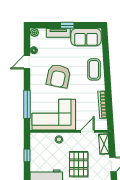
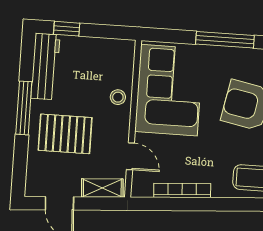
window: (27, 104) -> (225, 40), moved
window: (27, 155) -> (67, 29), moved

